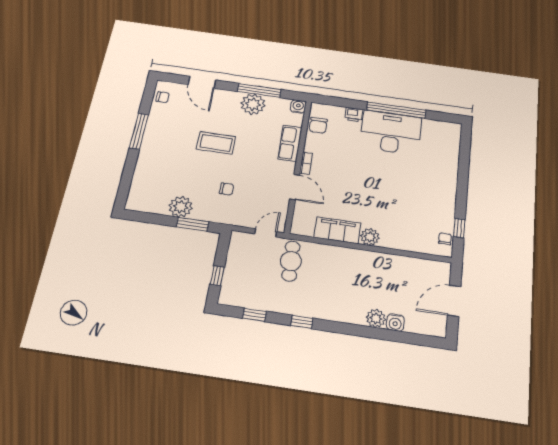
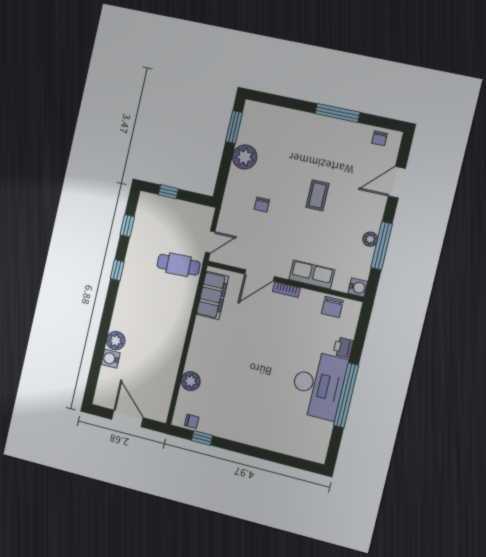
plant: (253, 104) -> (370, 239), width x0.53, depth x0.53
chair: (318, 125) -> (332, 307), turned -90
coffee table: (216, 143) -> (317, 195), width x0.73, depth x0.77
window: (192, 224) -> (234, 127), moved
filing cabinet: (337, 230) -> (212, 295), moved
door: (266, 233) -> (210, 242), hinge flipped
plant: (370, 237) -> (191, 381), moved

